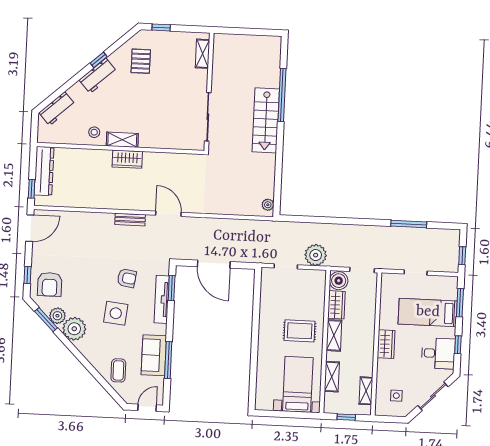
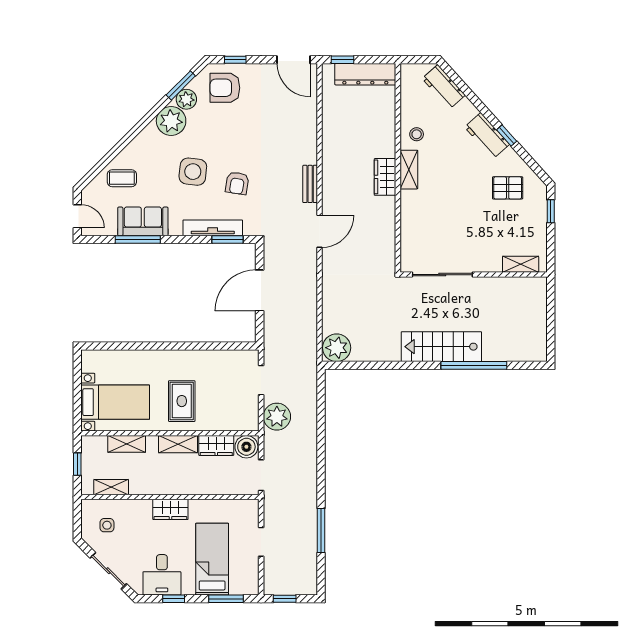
plant: (268, 205) -> (337, 348), width x1.88, depth x1.88

